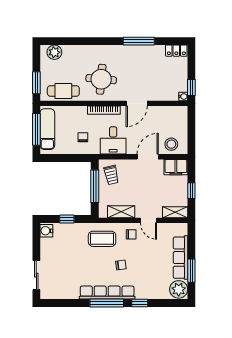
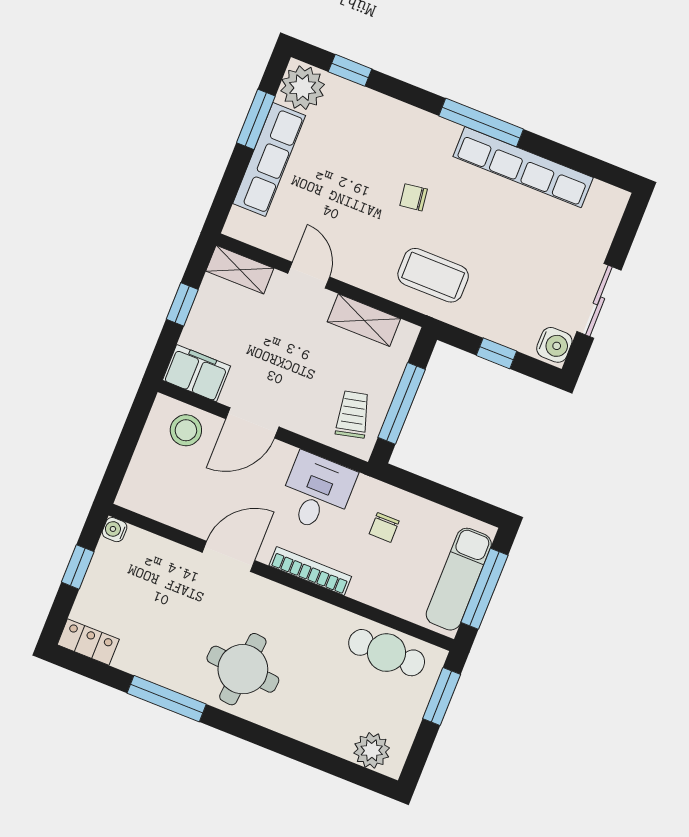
round table: (101, 79) -> (243, 669), moved
window: (191, 87) -> (78, 567), moved
chair: (131, 234) -> (362, 259), removed
sliding door: (36, 275) -> (599, 301), moved
row of seats: (107, 293) -> (523, 167), moved
window: (140, 303) -> (350, 70), moved

